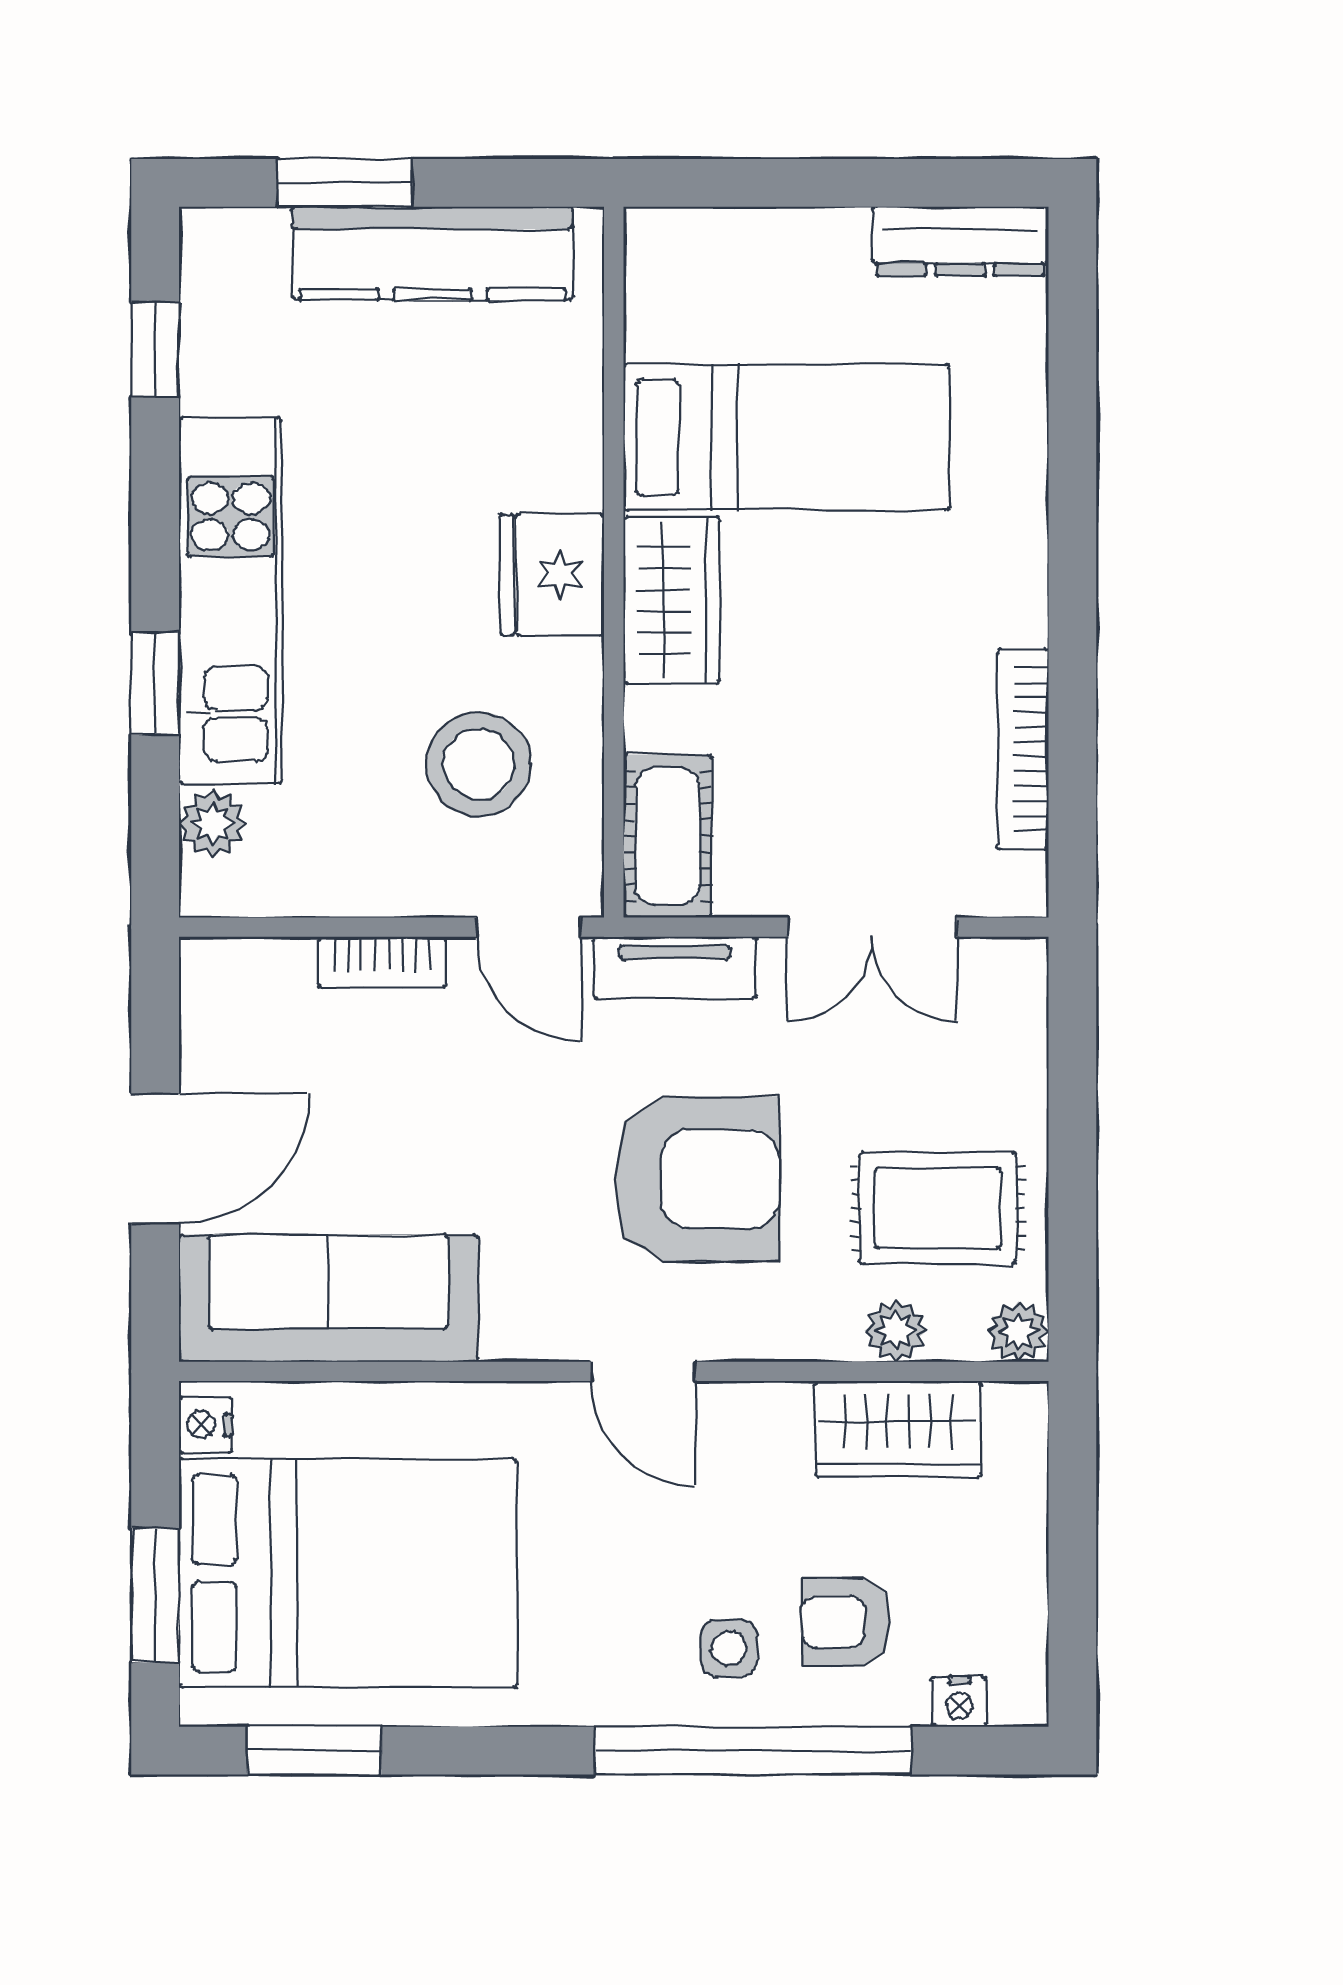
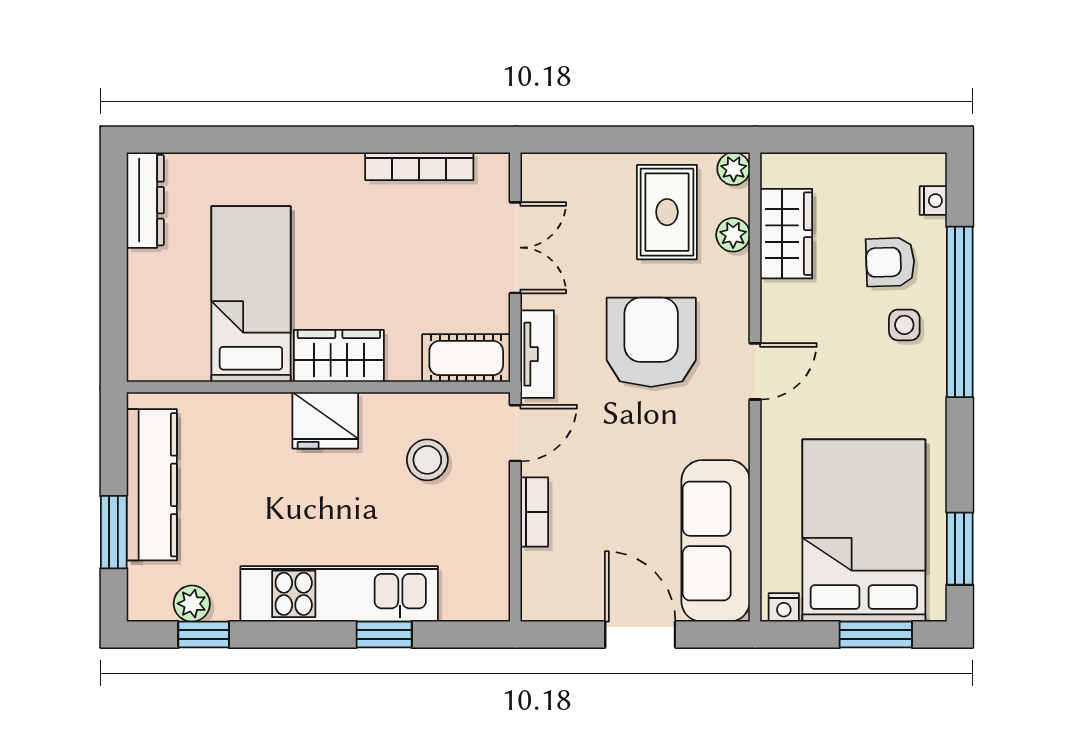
stool: (479, 764) -> (427, 460), width x0.73, depth x0.73
plant: (212, 823) -> (192, 604), moved
armchair: (846, 1622) -> (890, 262), turned 88

